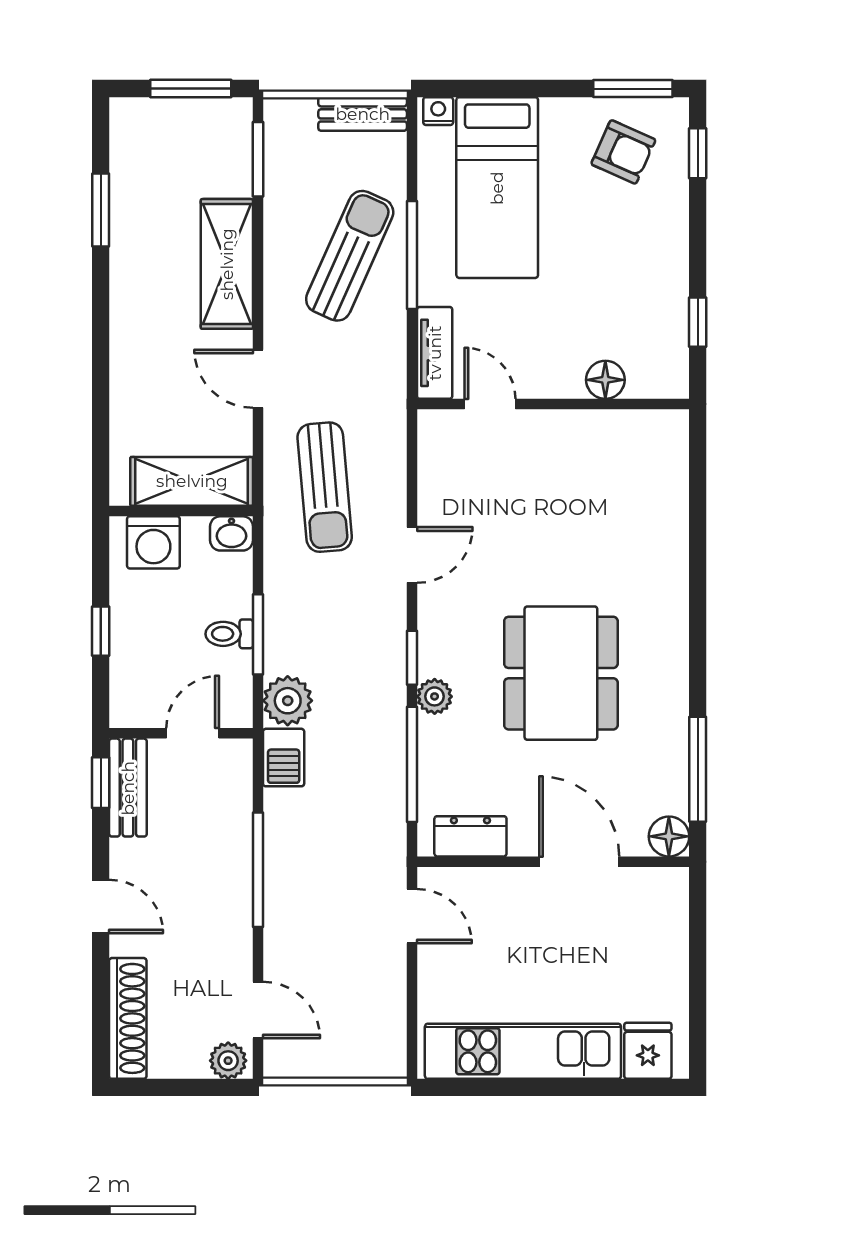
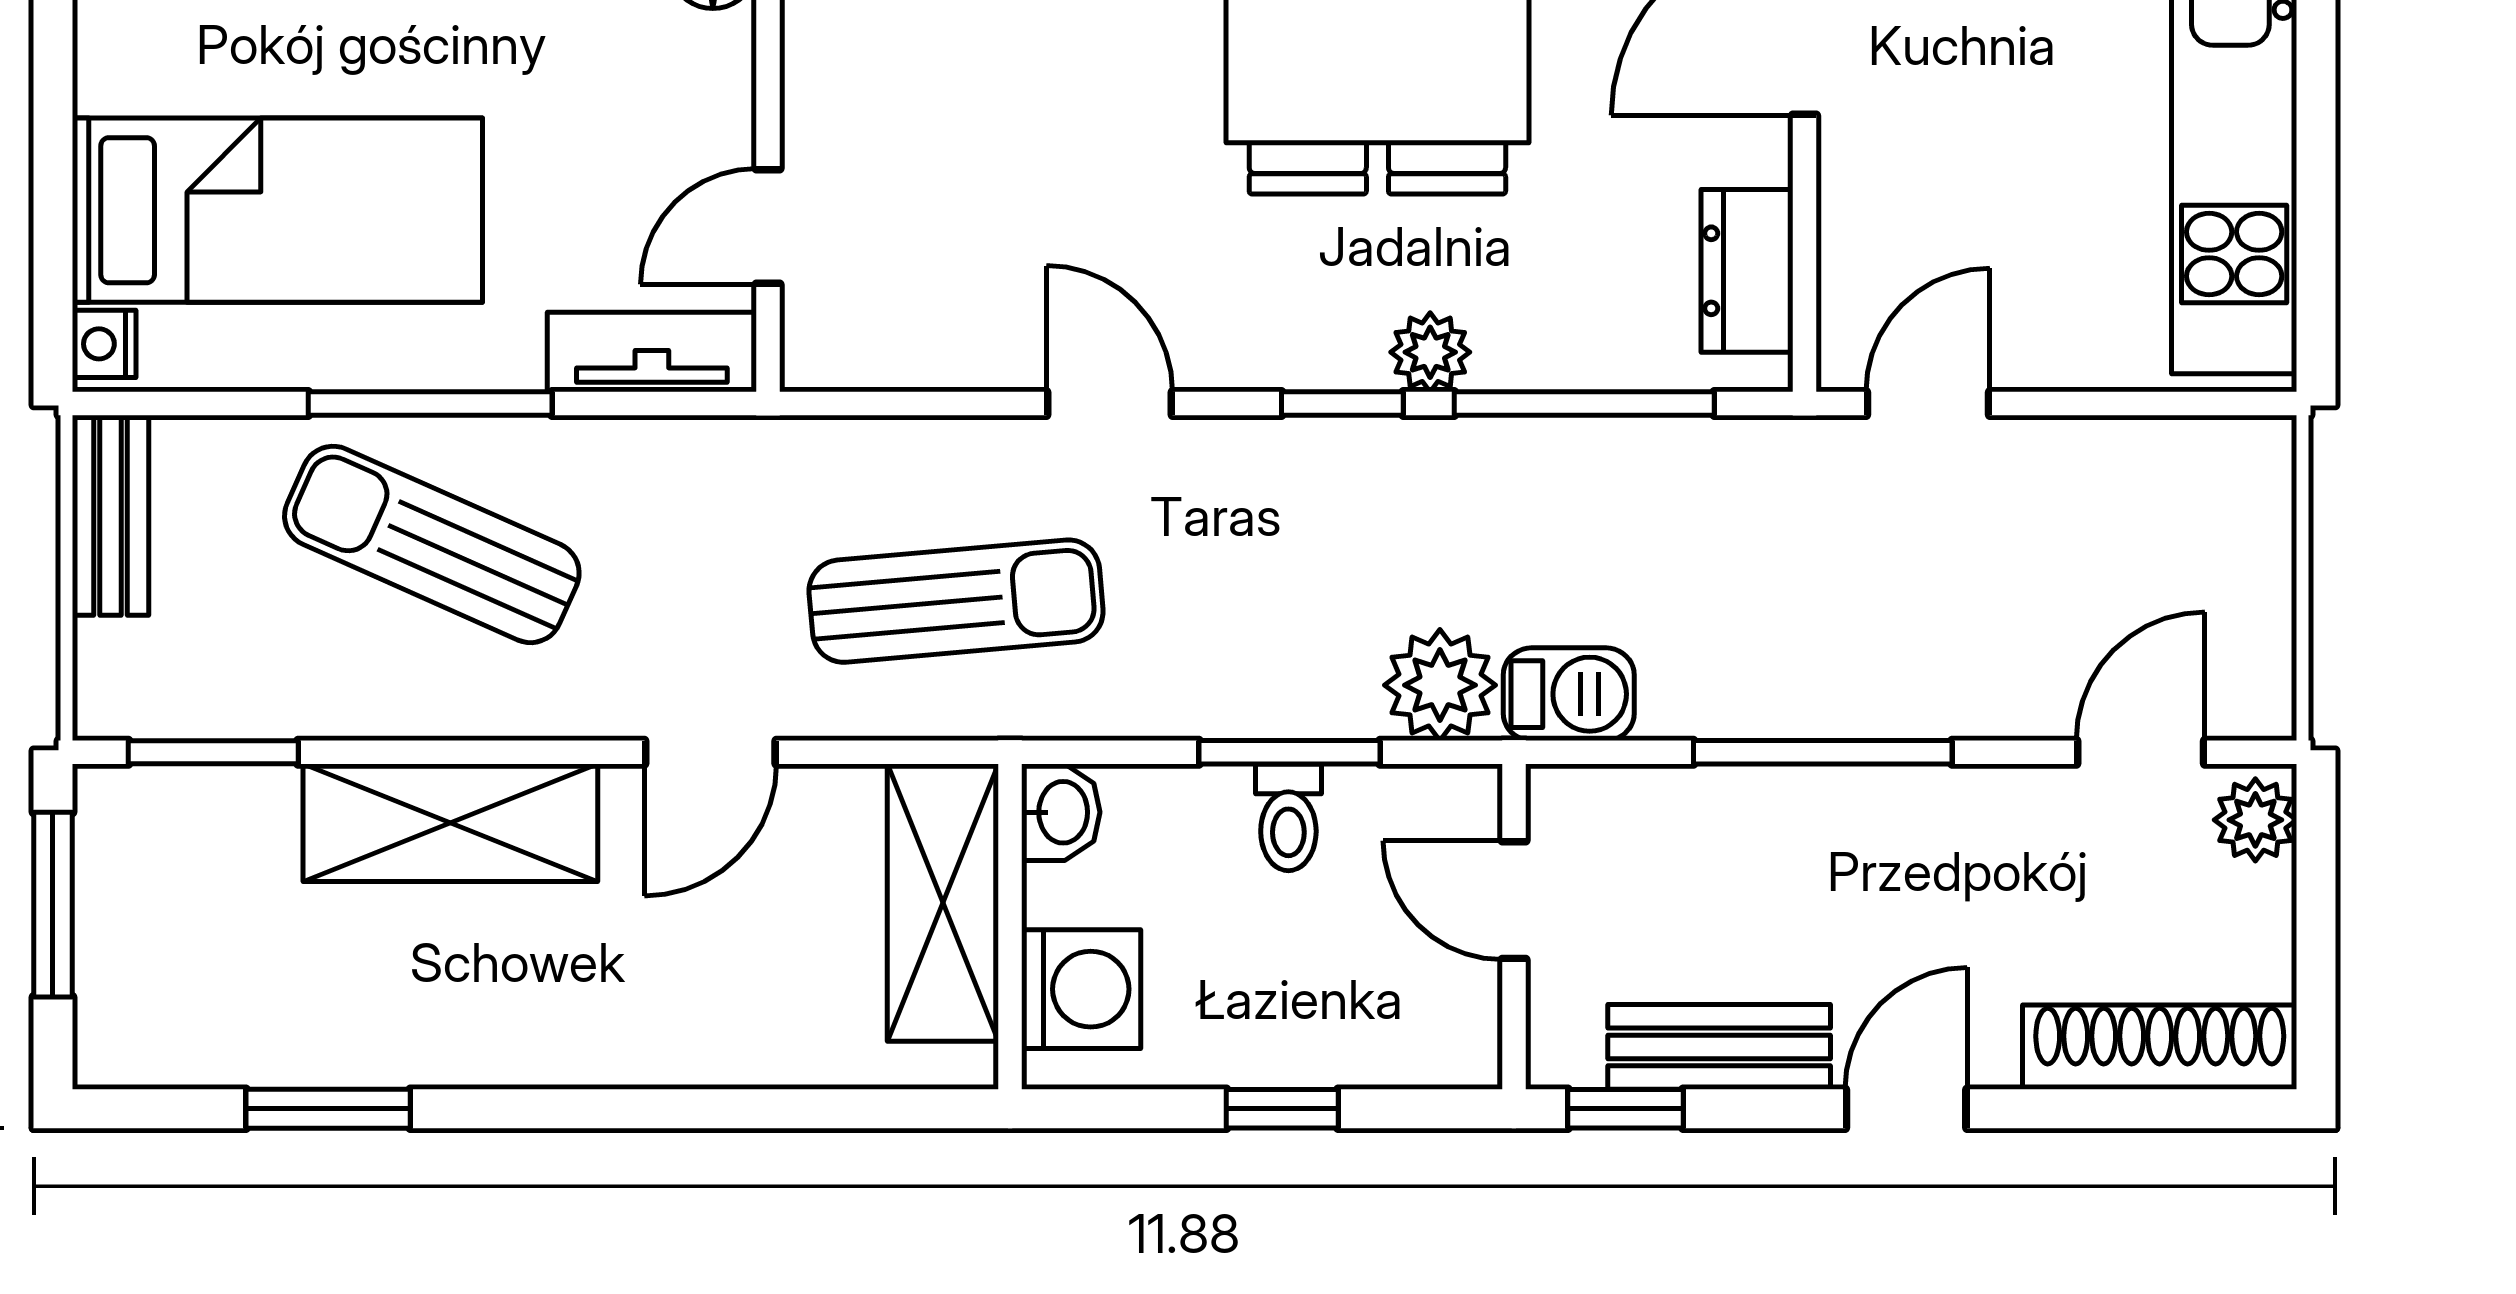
bench: (128, 788) -> (1719, 1047), moved

